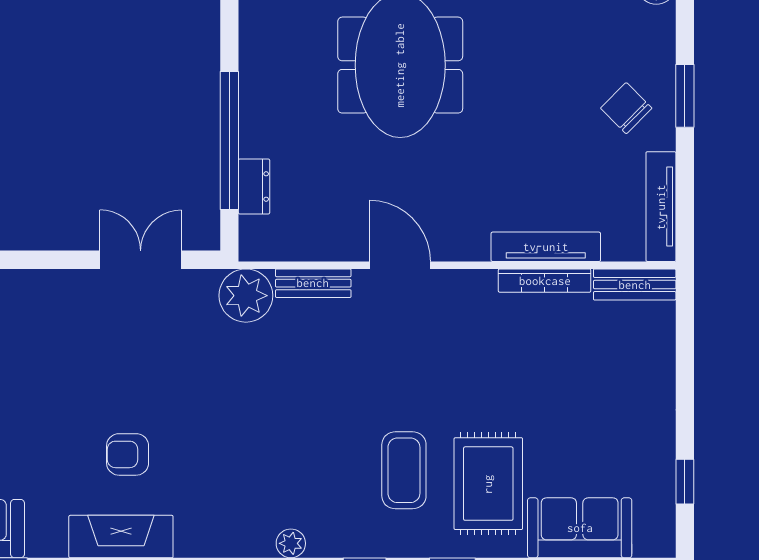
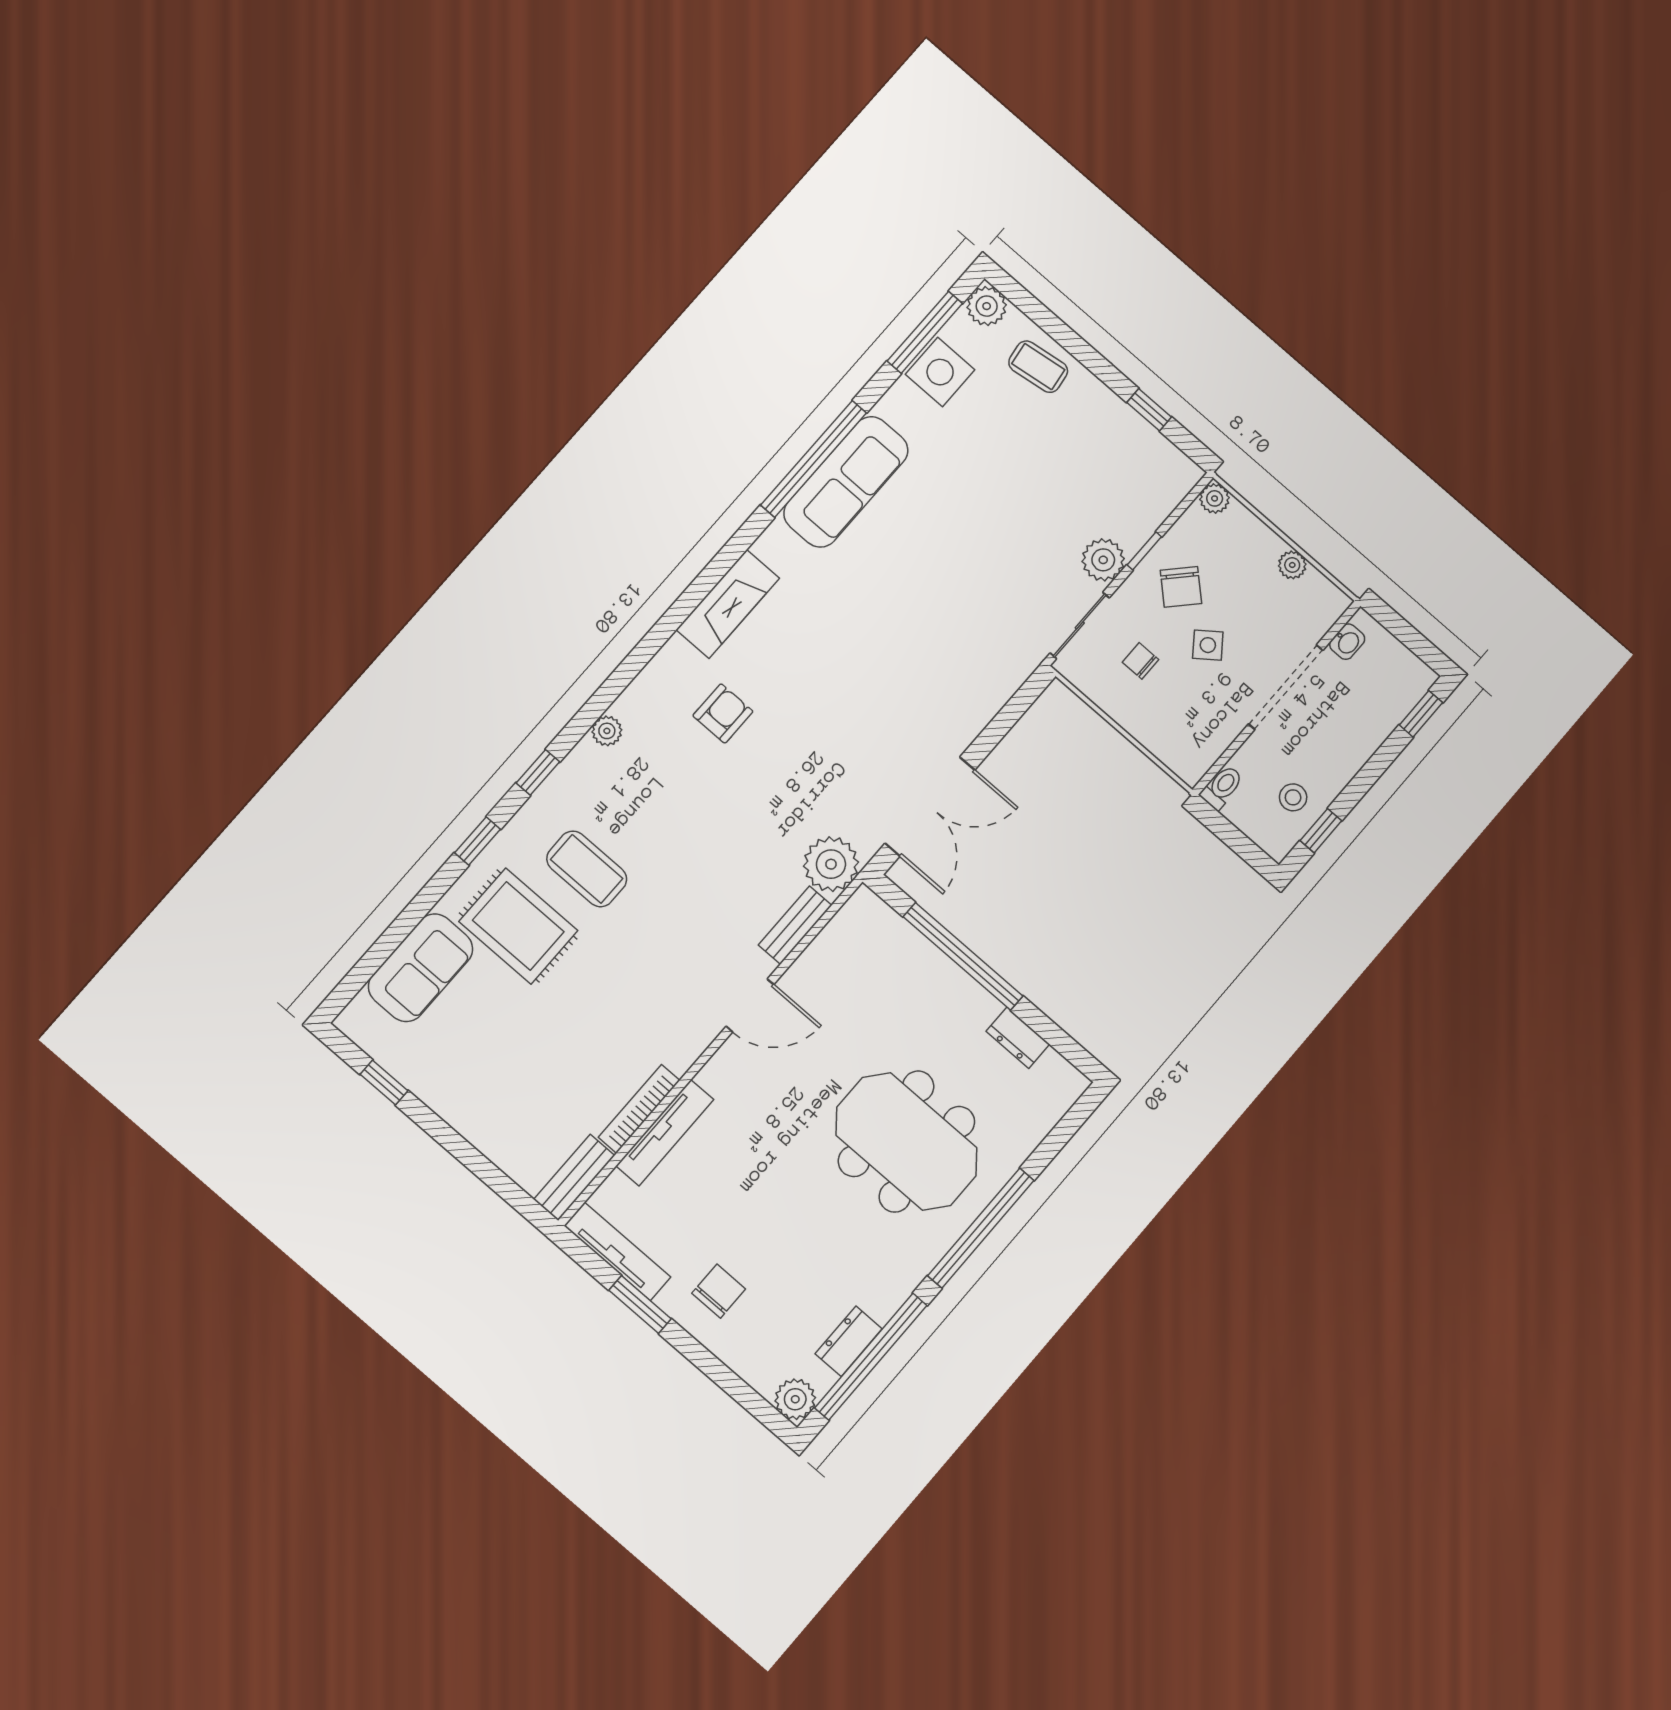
window: (685, 96) -> (640, 1304), moved
chair: (626, 108) -> (719, 1291), turned -45
dresser: (254, 187) -> (1018, 1038), moved
double door: (141, 260) -> (930, 807), width x1.37
armchair: (128, 454) -> (723, 713), moved

